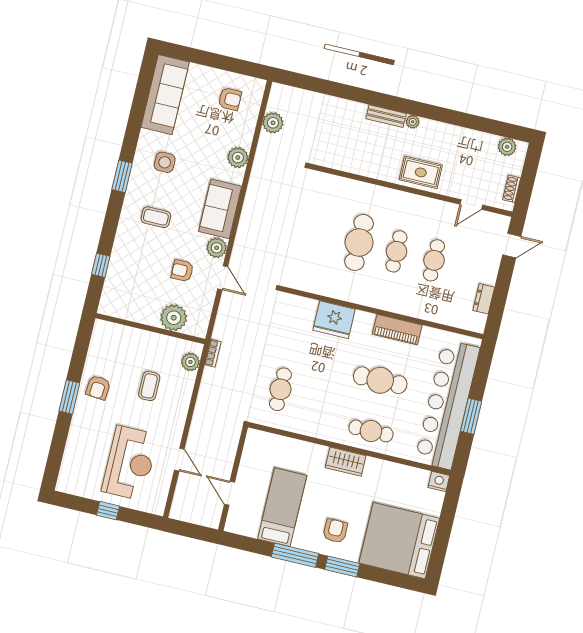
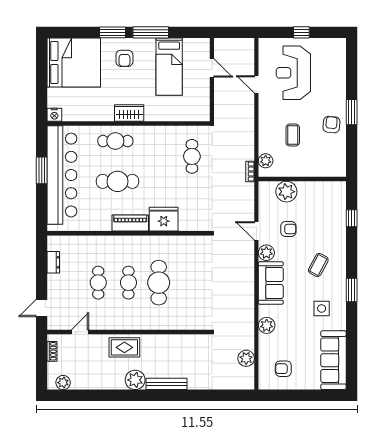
bench: (386, 116) -> (166, 384), width x1.36
plant: (413, 122) -> (135, 380), width x1.88, depth x1.88
coffee table: (156, 217) -> (318, 265), turned -62
piano: (397, 330) -> (130, 223), moved

